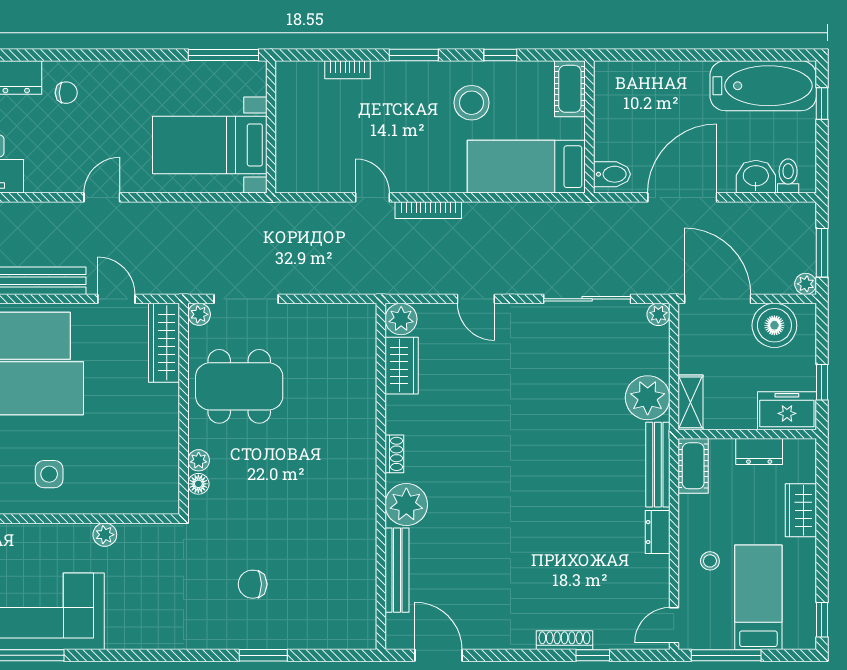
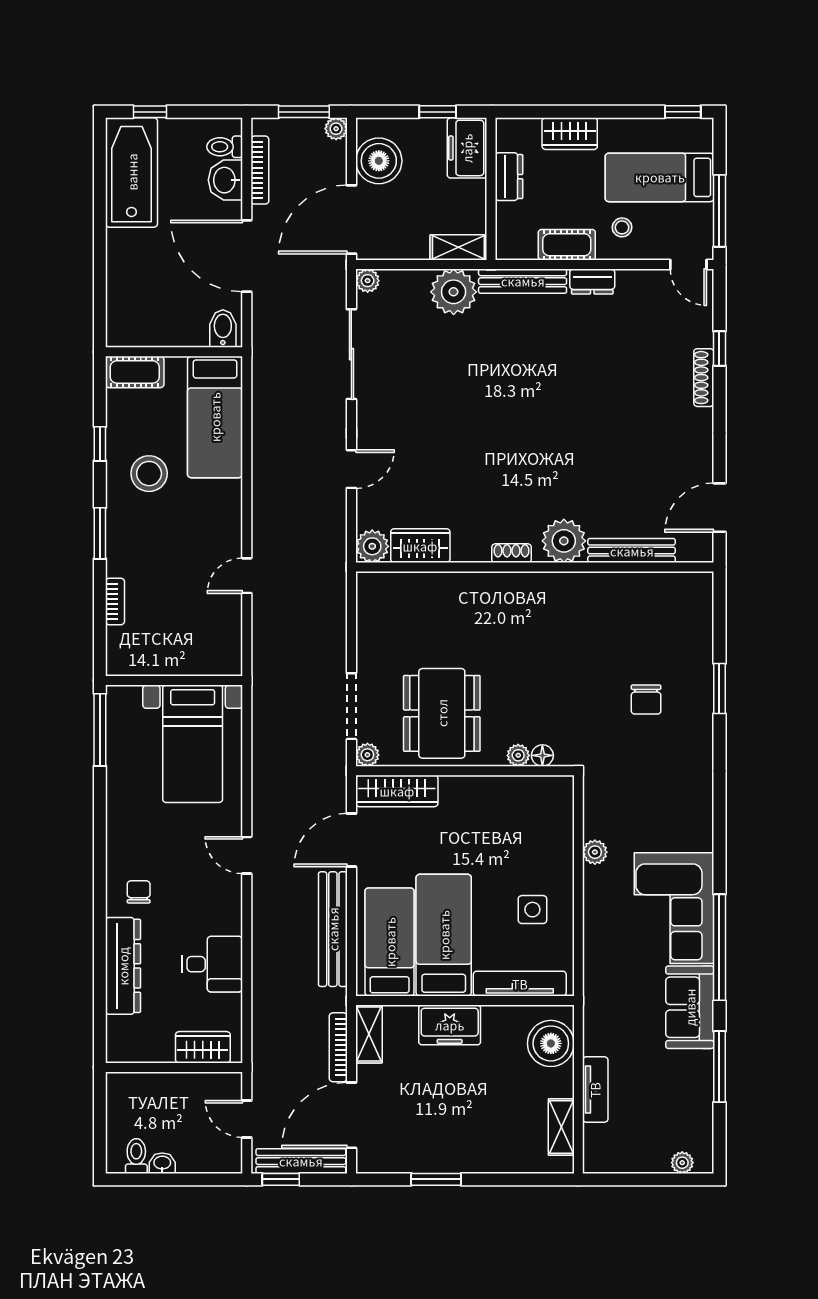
bookcase: (428, 210) -> (260, 170), moved
door: (116, 299) -> (351, 840), width x1.38
cot: (693, 466) -> (567, 245), moved

